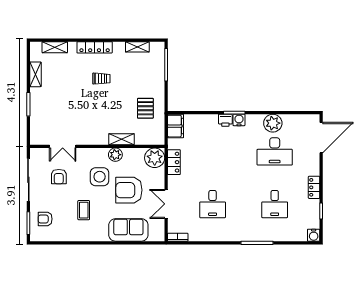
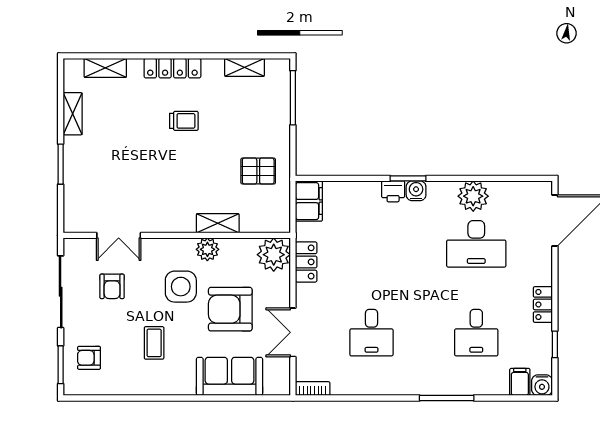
pallet: (145, 108) -> (258, 171), turned 90
filing cabinet: (300, 233) -> (520, 382), added

